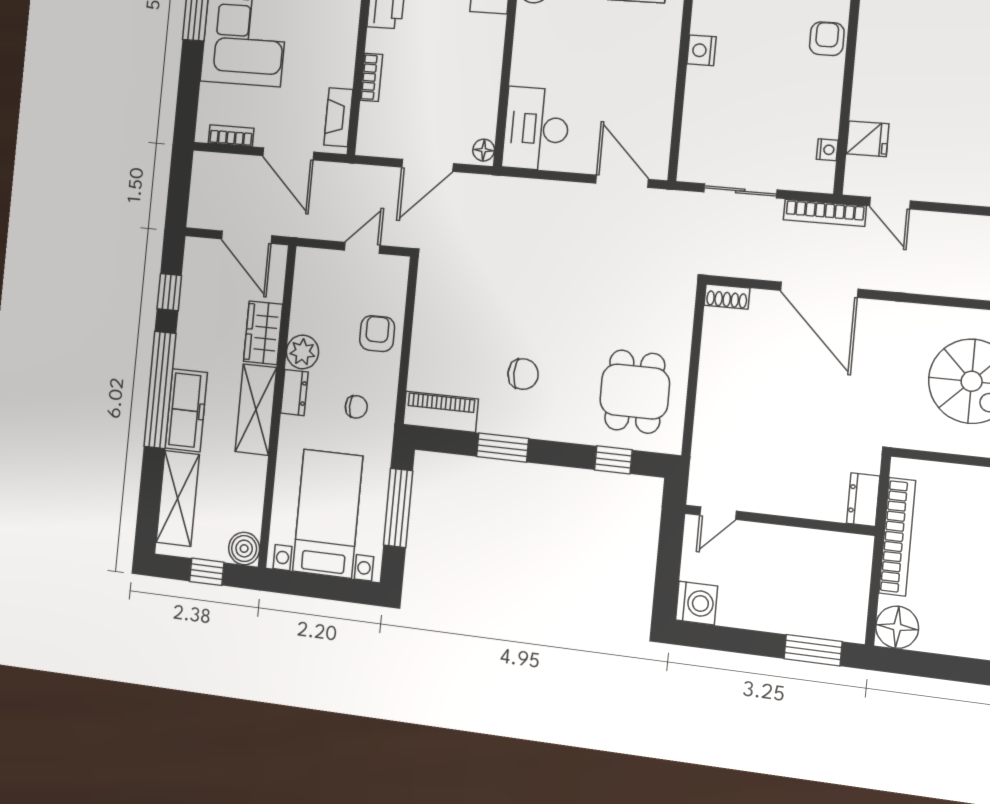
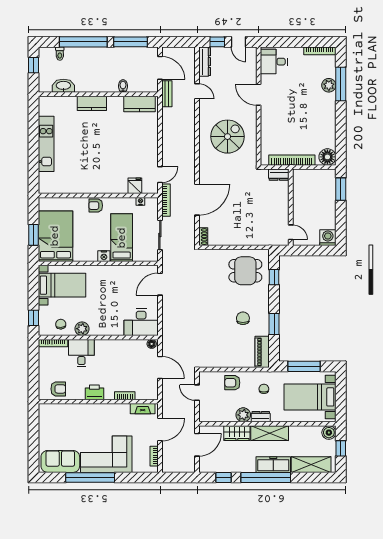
bed: (742, 97) -> (122, 238), added

